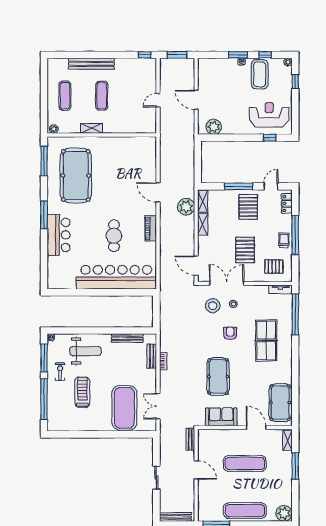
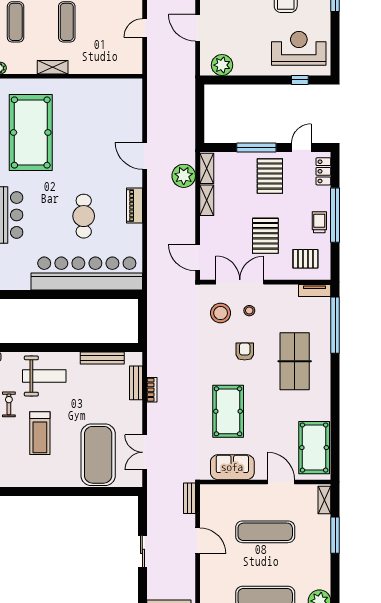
treadmill: (82, 392) -> (40, 433), turned 180

